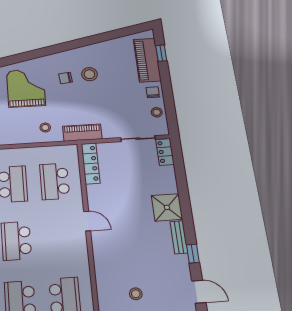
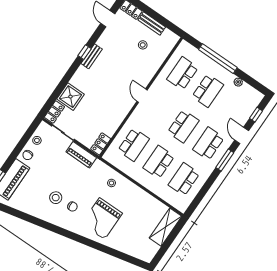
piano: (82, 133) -> (81, 155), moved
locker: (91, 163) -> (101, 144), width x0.66
shower: (167, 207) -> (70, 97), moved
door: (87, 221) -> (142, 96), moved
window: (193, 254) -> (85, 52), moved

